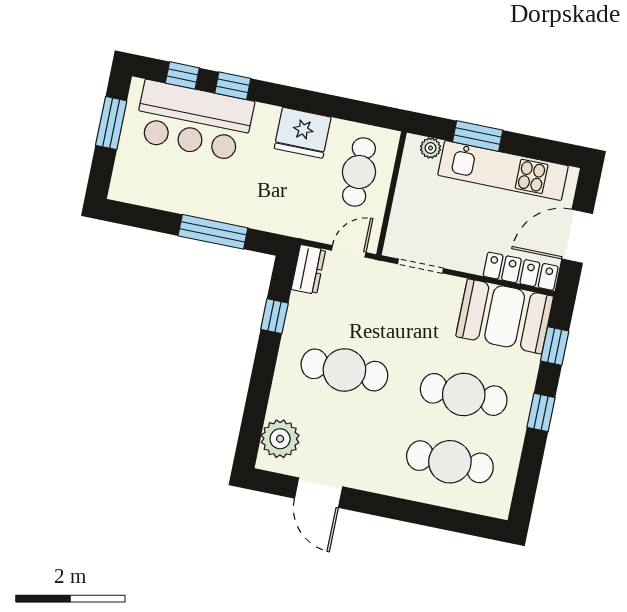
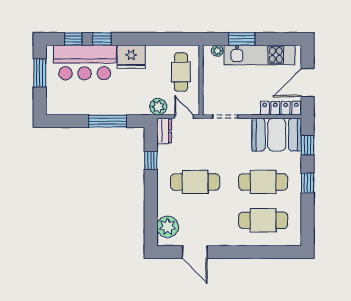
fridge: (303, 133) -> (131, 57), moved
plant: (307, 225) -> (158, 107), added
door: (349, 251) -> (184, 117), hinge flipped

